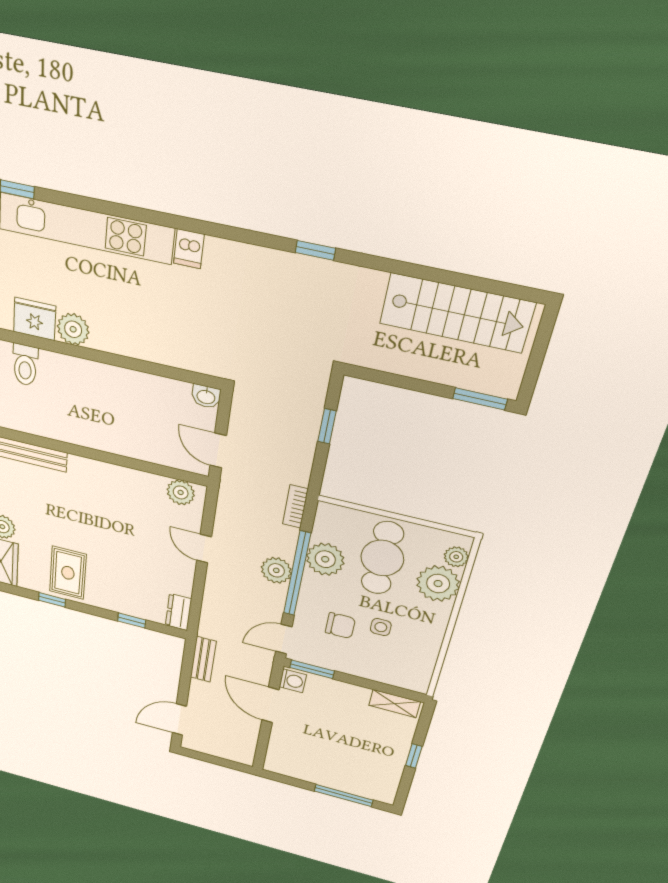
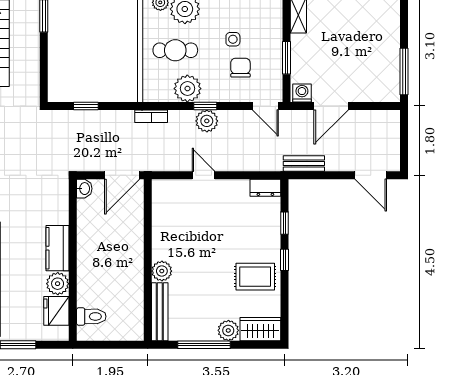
kitchen counter: (124, 340) -> (57, 248), added
door: (218, 450) -> (122, 175), width x1.37
plant: (181, 492) -> (162, 271), moved
door: (204, 549) -> (203, 175), swing flipped
cafe table: (382, 558) -> (175, 50), width x0.73, depth x0.74
window: (297, 574) -> (205, 106), width x0.32
window: (52, 600) -> (285, 260), moved
window: (312, 669) -> (286, 58), moved
window: (344, 796) -> (404, 72), moved

